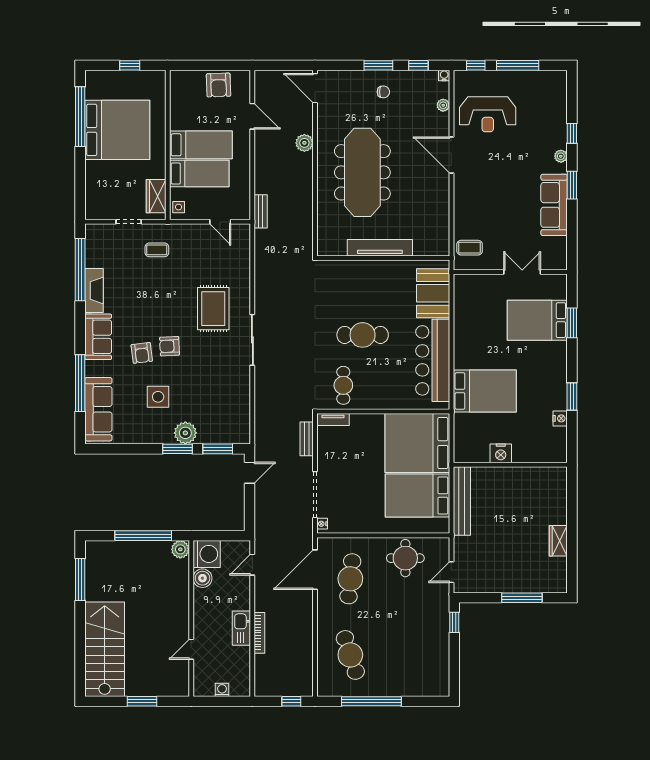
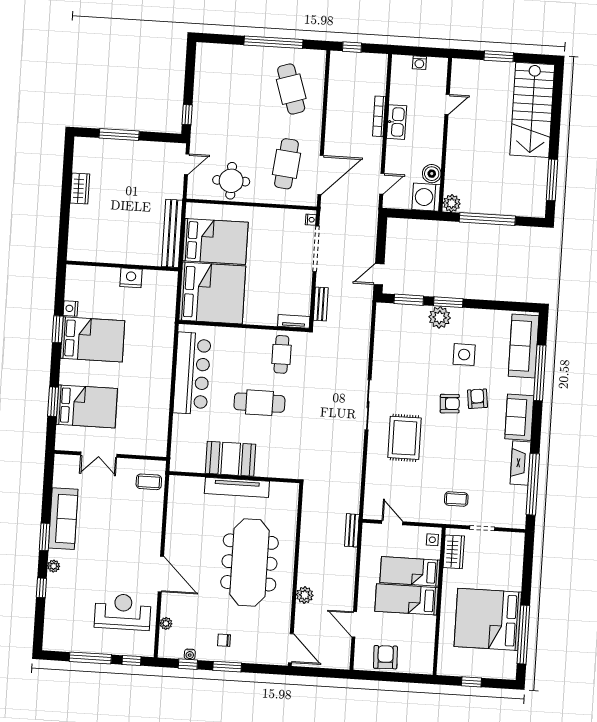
water cooler: (444, 75) -> (190, 654), moved
booth: (433, 293) -> (231, 459), moved, turned 90
bed: (485, 391) -> (93, 339), moved, turned 180

